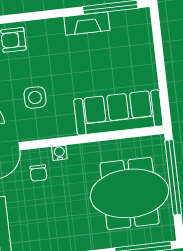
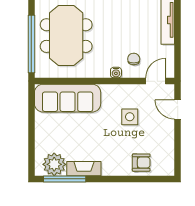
plant: (126, 25) -> (54, 164), added
meeting table: (129, 193) -> (66, 36), turned 90

